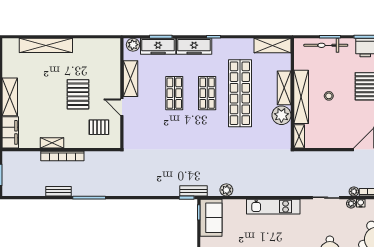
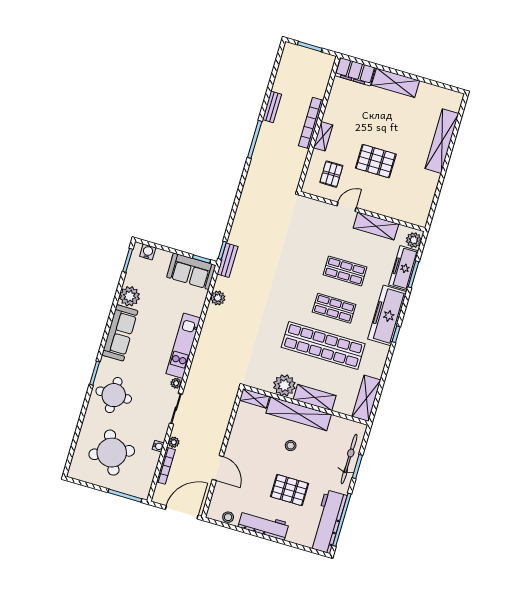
freezer: (194, 46) -> (387, 315), width x1.36, depth x1.26
shelving: (52, 143) -> (323, 136), moved
plant: (351, 204) -> (176, 383), moved

